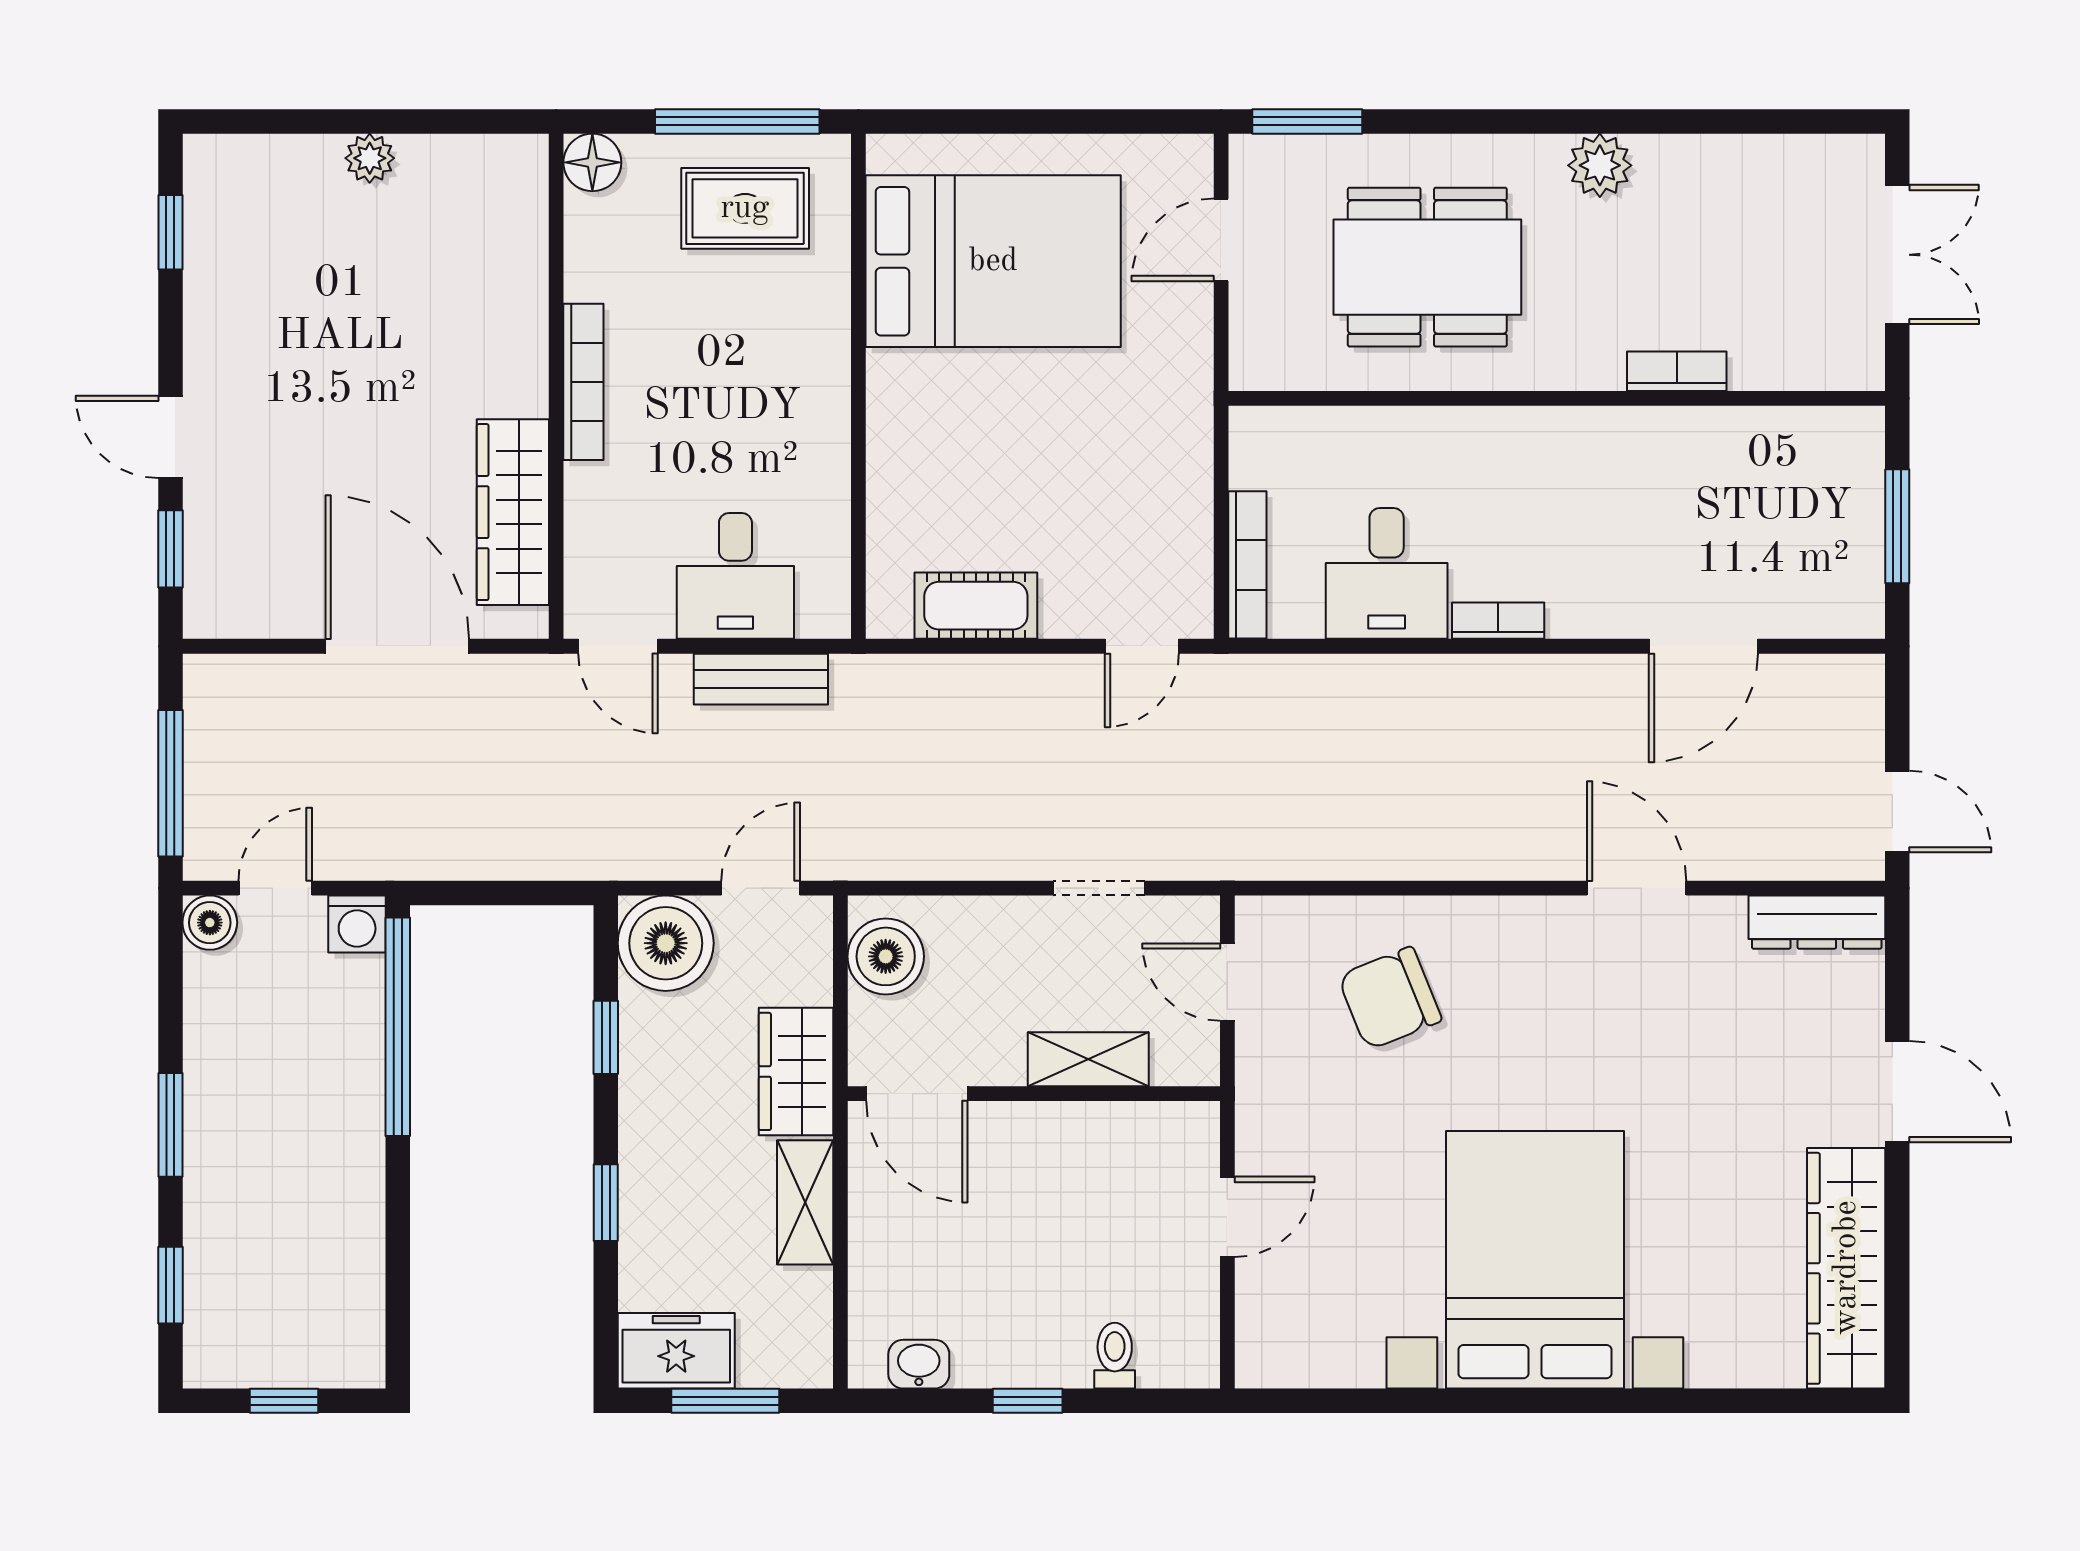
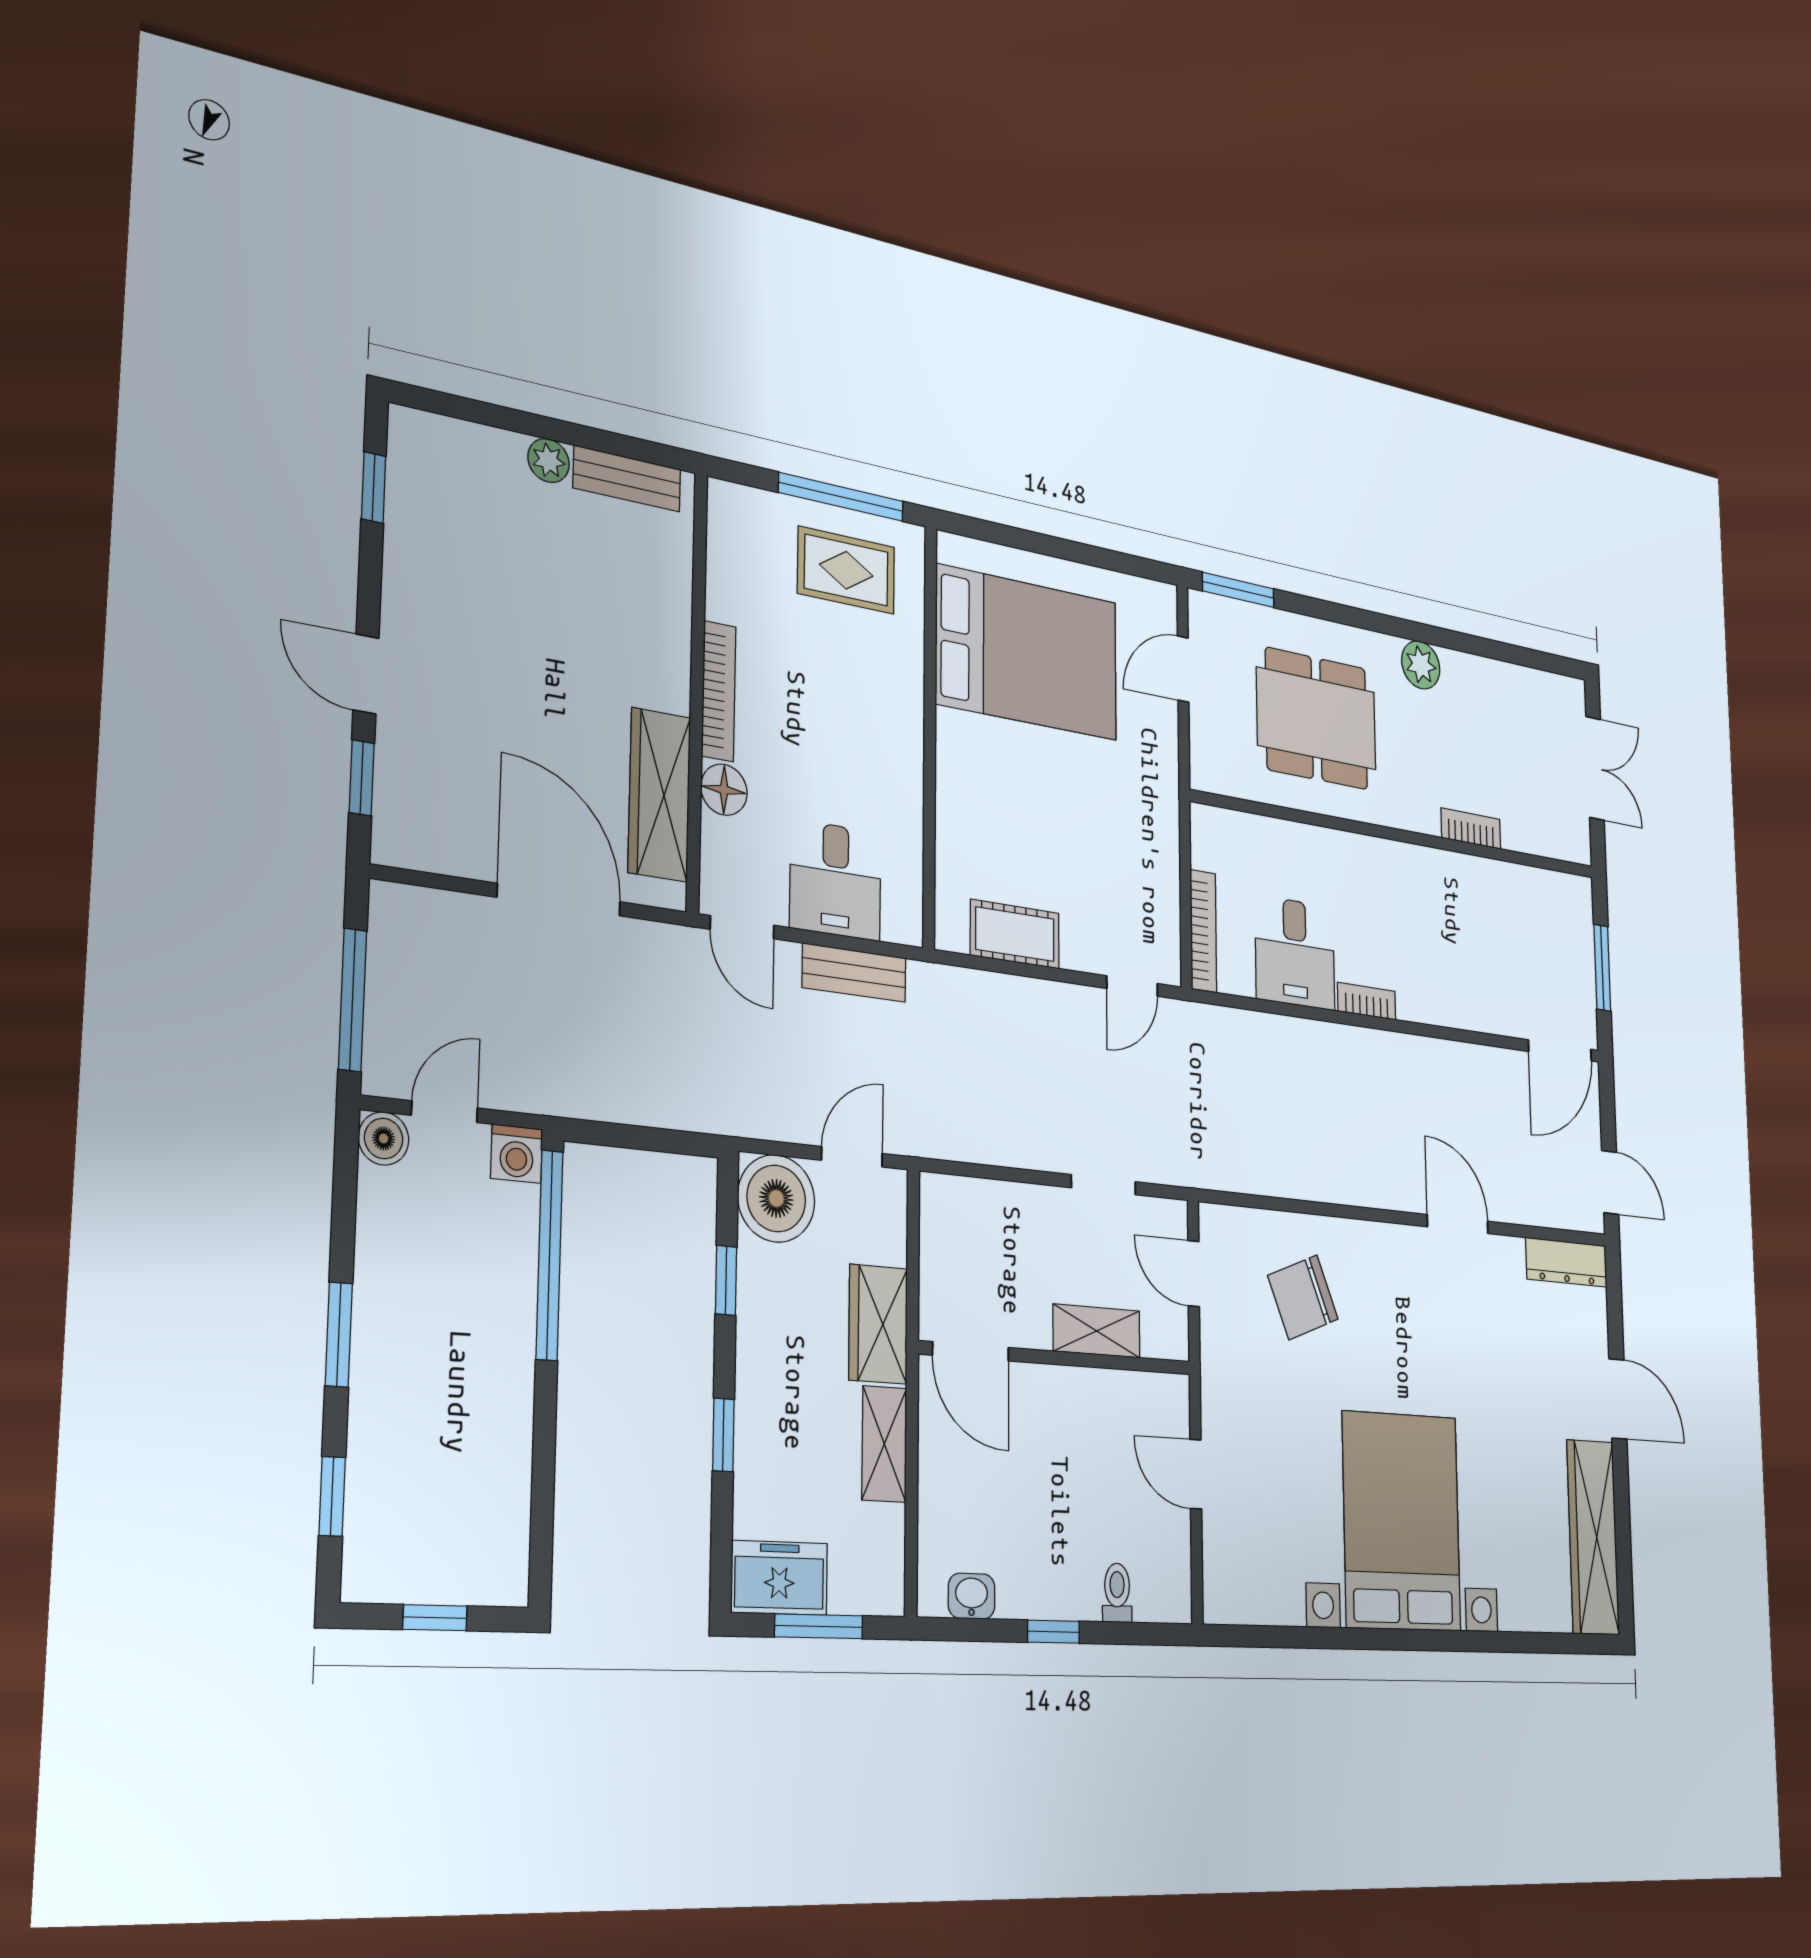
bench: (465, 158) -> (627, 479), added
floor lamp: (592, 162) -> (724, 790), moved
door: (1703, 646) -> (1560, 1050), moved
boiler: (886, 956) -> (948, 1228), removed
door: (1227, 1217) -> (1196, 1474), swing flipped

